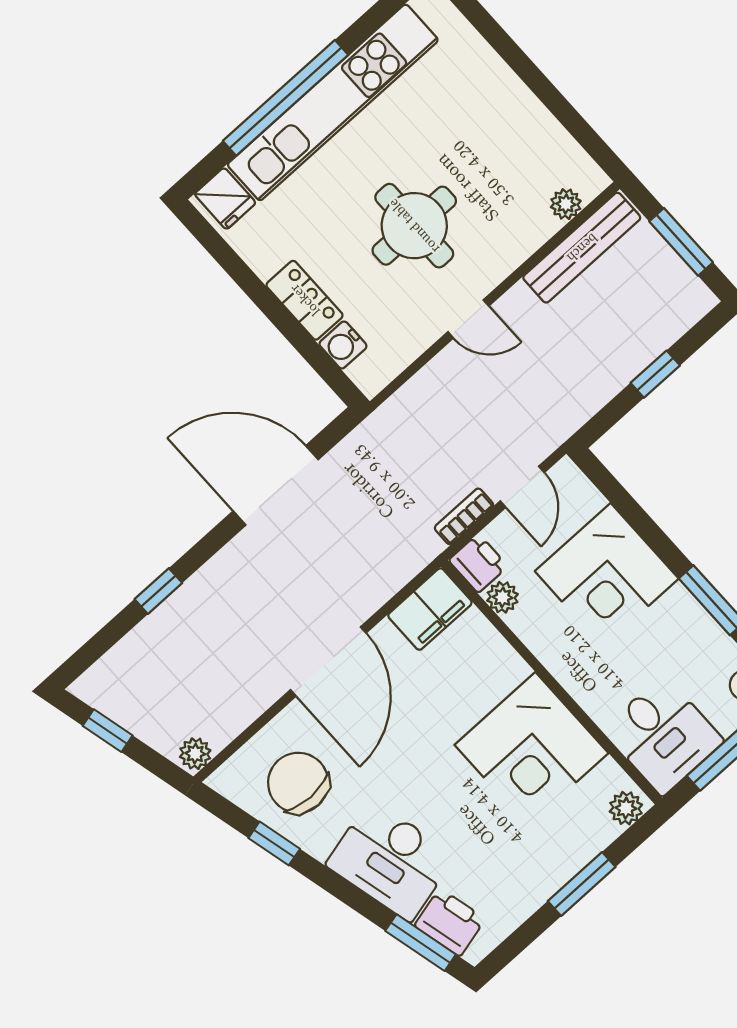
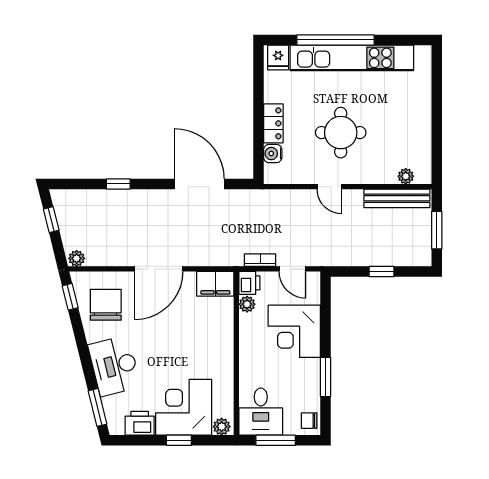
door: (522, 487) -> (292, 269), hinge flipped
corner desk: (531, 749) -> (184, 407), moved, turned 90
window: (274, 843) -> (70, 297), moved
window: (582, 884) -> (179, 440), width x0.67
printer: (450, 922) -> (140, 423), moved, turned -76

